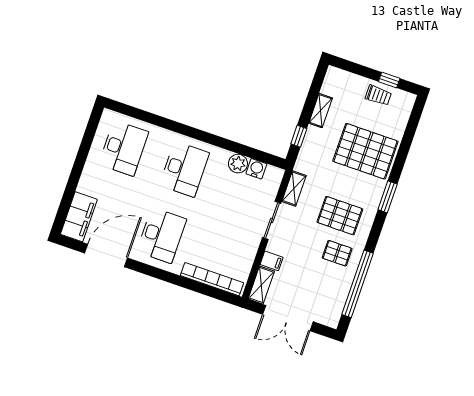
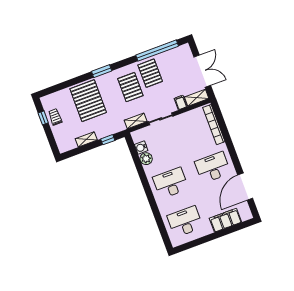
filing cabinet: (79, 217) -> (225, 220), moved
pallet: (337, 253) -> (150, 73), width x1.50, depth x1.42
door: (106, 256) -> (245, 187), hinge flipped

